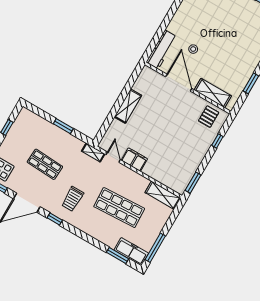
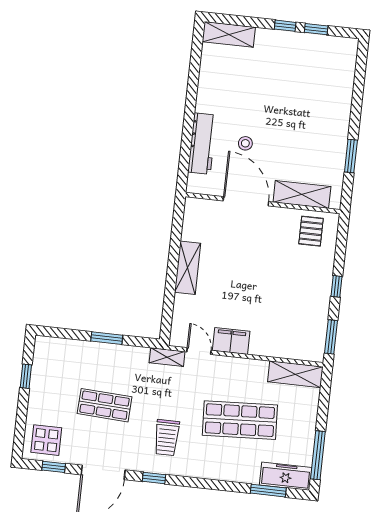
workbench: (162, 50) -> (202, 144), moved
window: (217, 141) -> (337, 286), moved

